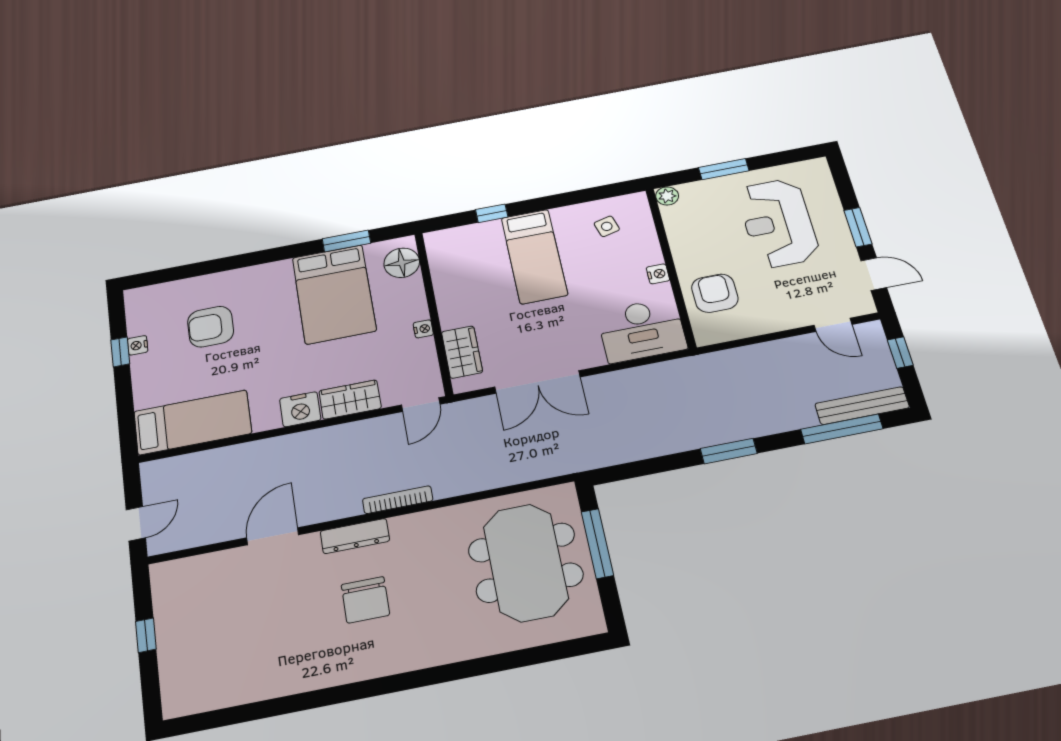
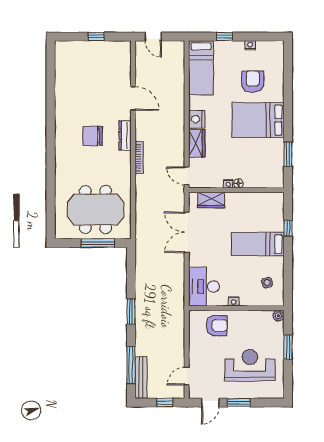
floor lamp: (402, 263) -> (239, 183), moved, width x0.53, depth x0.53
bed: (334, 294) -> (258, 120), moved
window: (120, 352) -> (225, 37), moved

